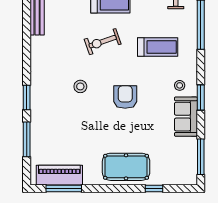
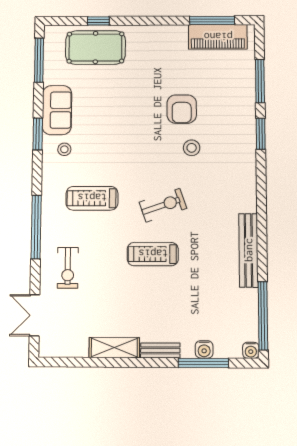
armchair: (125, 97) -> (182, 109), moved
pool table: (126, 167) -> (95, 48), moved

